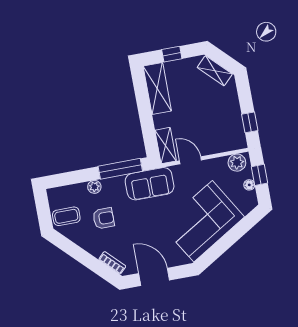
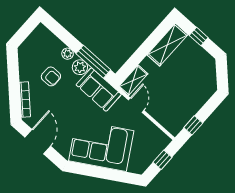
shelving: (215, 71) -> (210, 74), removed
plant: (237, 163) -> (80, 67), moved
floor lamp: (249, 185) -> (150, 158), removed
coffee table: (66, 216) -> (33, 50), removed
bookcase: (112, 263) -> (25, 99), width x1.56

